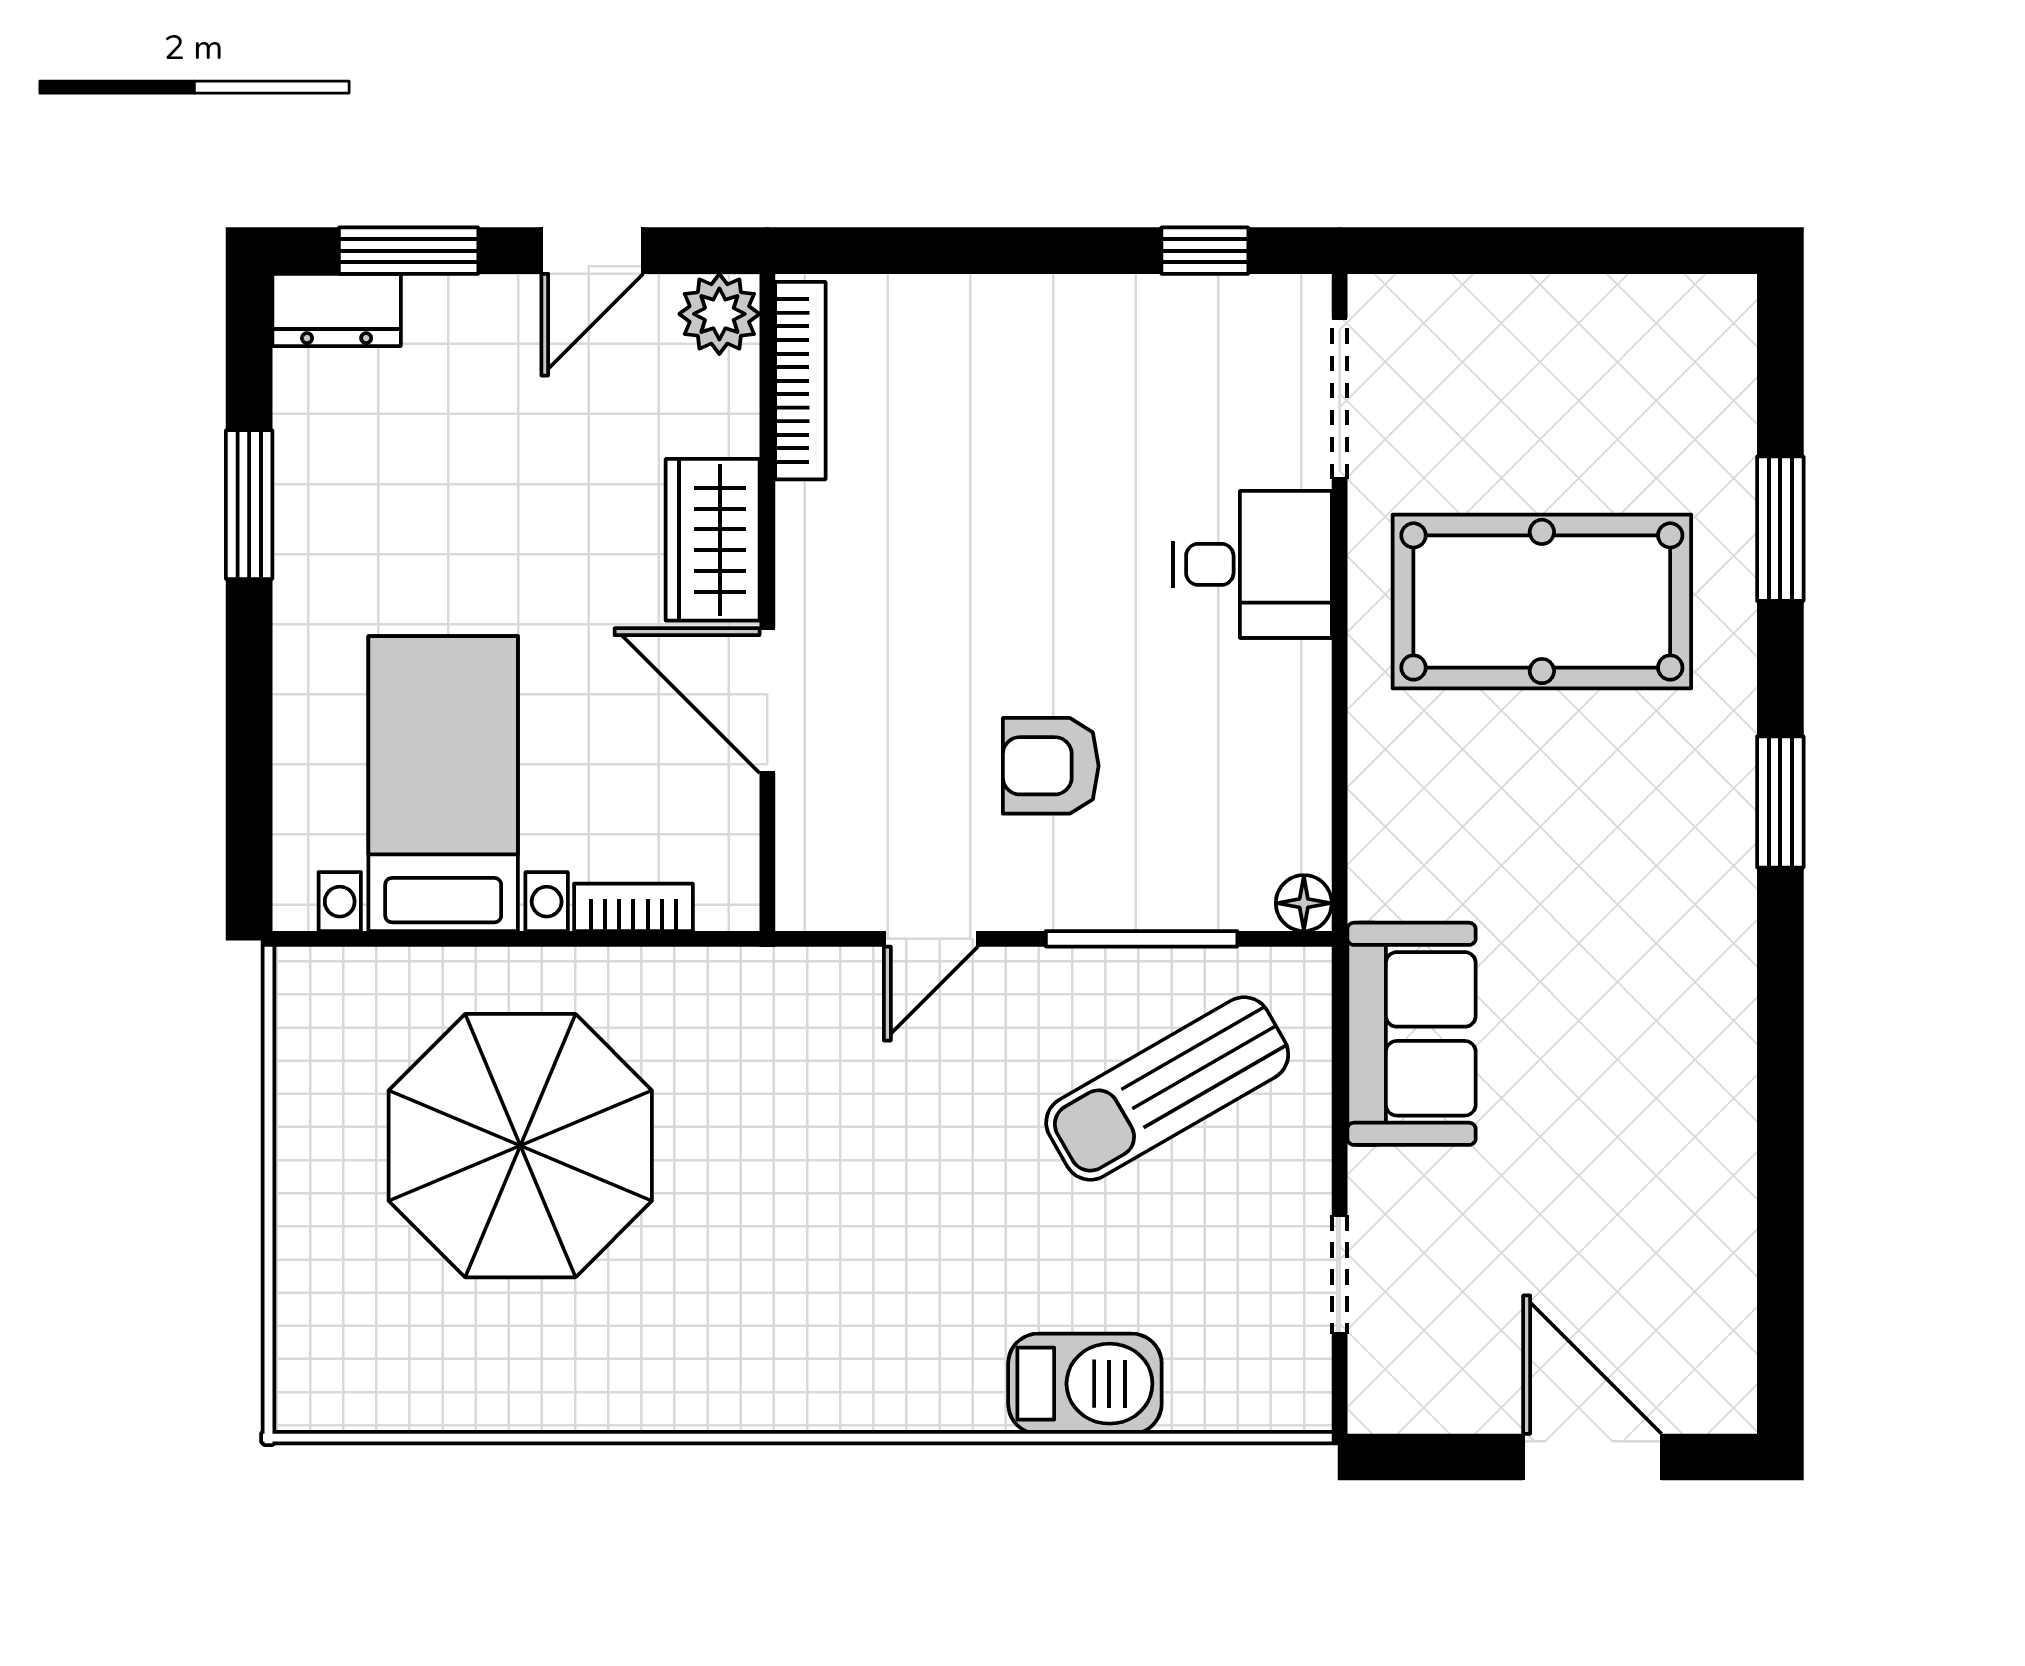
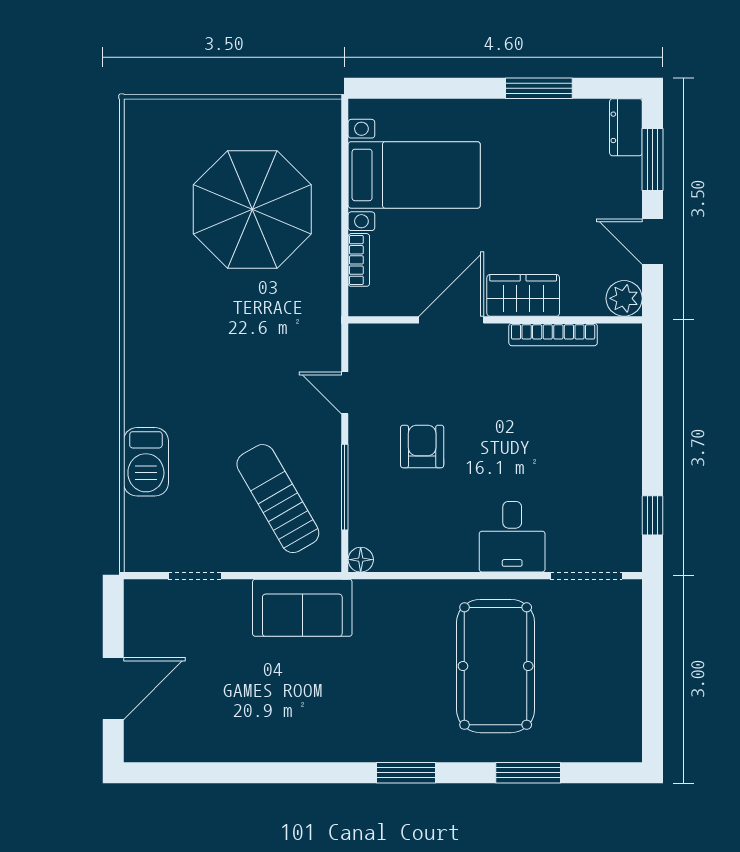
bookcase: (800, 381) -> (553, 335), moved

